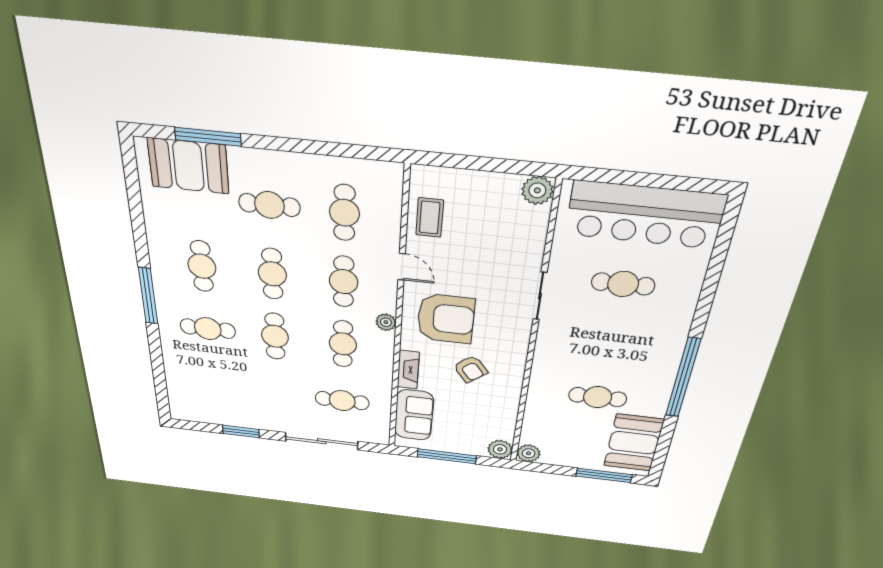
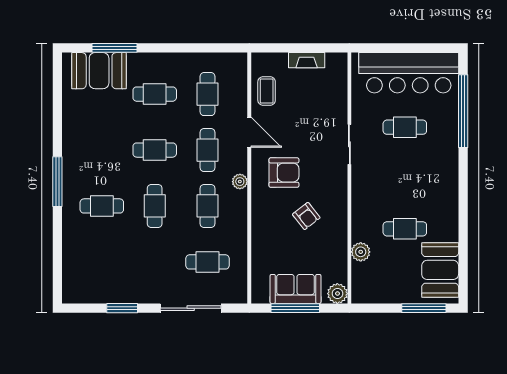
plant: (537, 190) -> (336, 63), removed
cafe table: (202, 266) -> (102, 150), removed
door: (402, 267) -> (249, 132), width x1.37
cafe table: (272, 274) -> (155, 150), turned 90
armchair: (446, 319) -> (284, 173), width x0.73, depth x0.73
fireplace: (408, 370) -> (307, 60), moved, turned 90
window: (683, 378) -> (463, 111), moved
sofa: (414, 415) -> (296, 289), moved, turned -90
plant: (529, 453) -> (361, 252), moved

